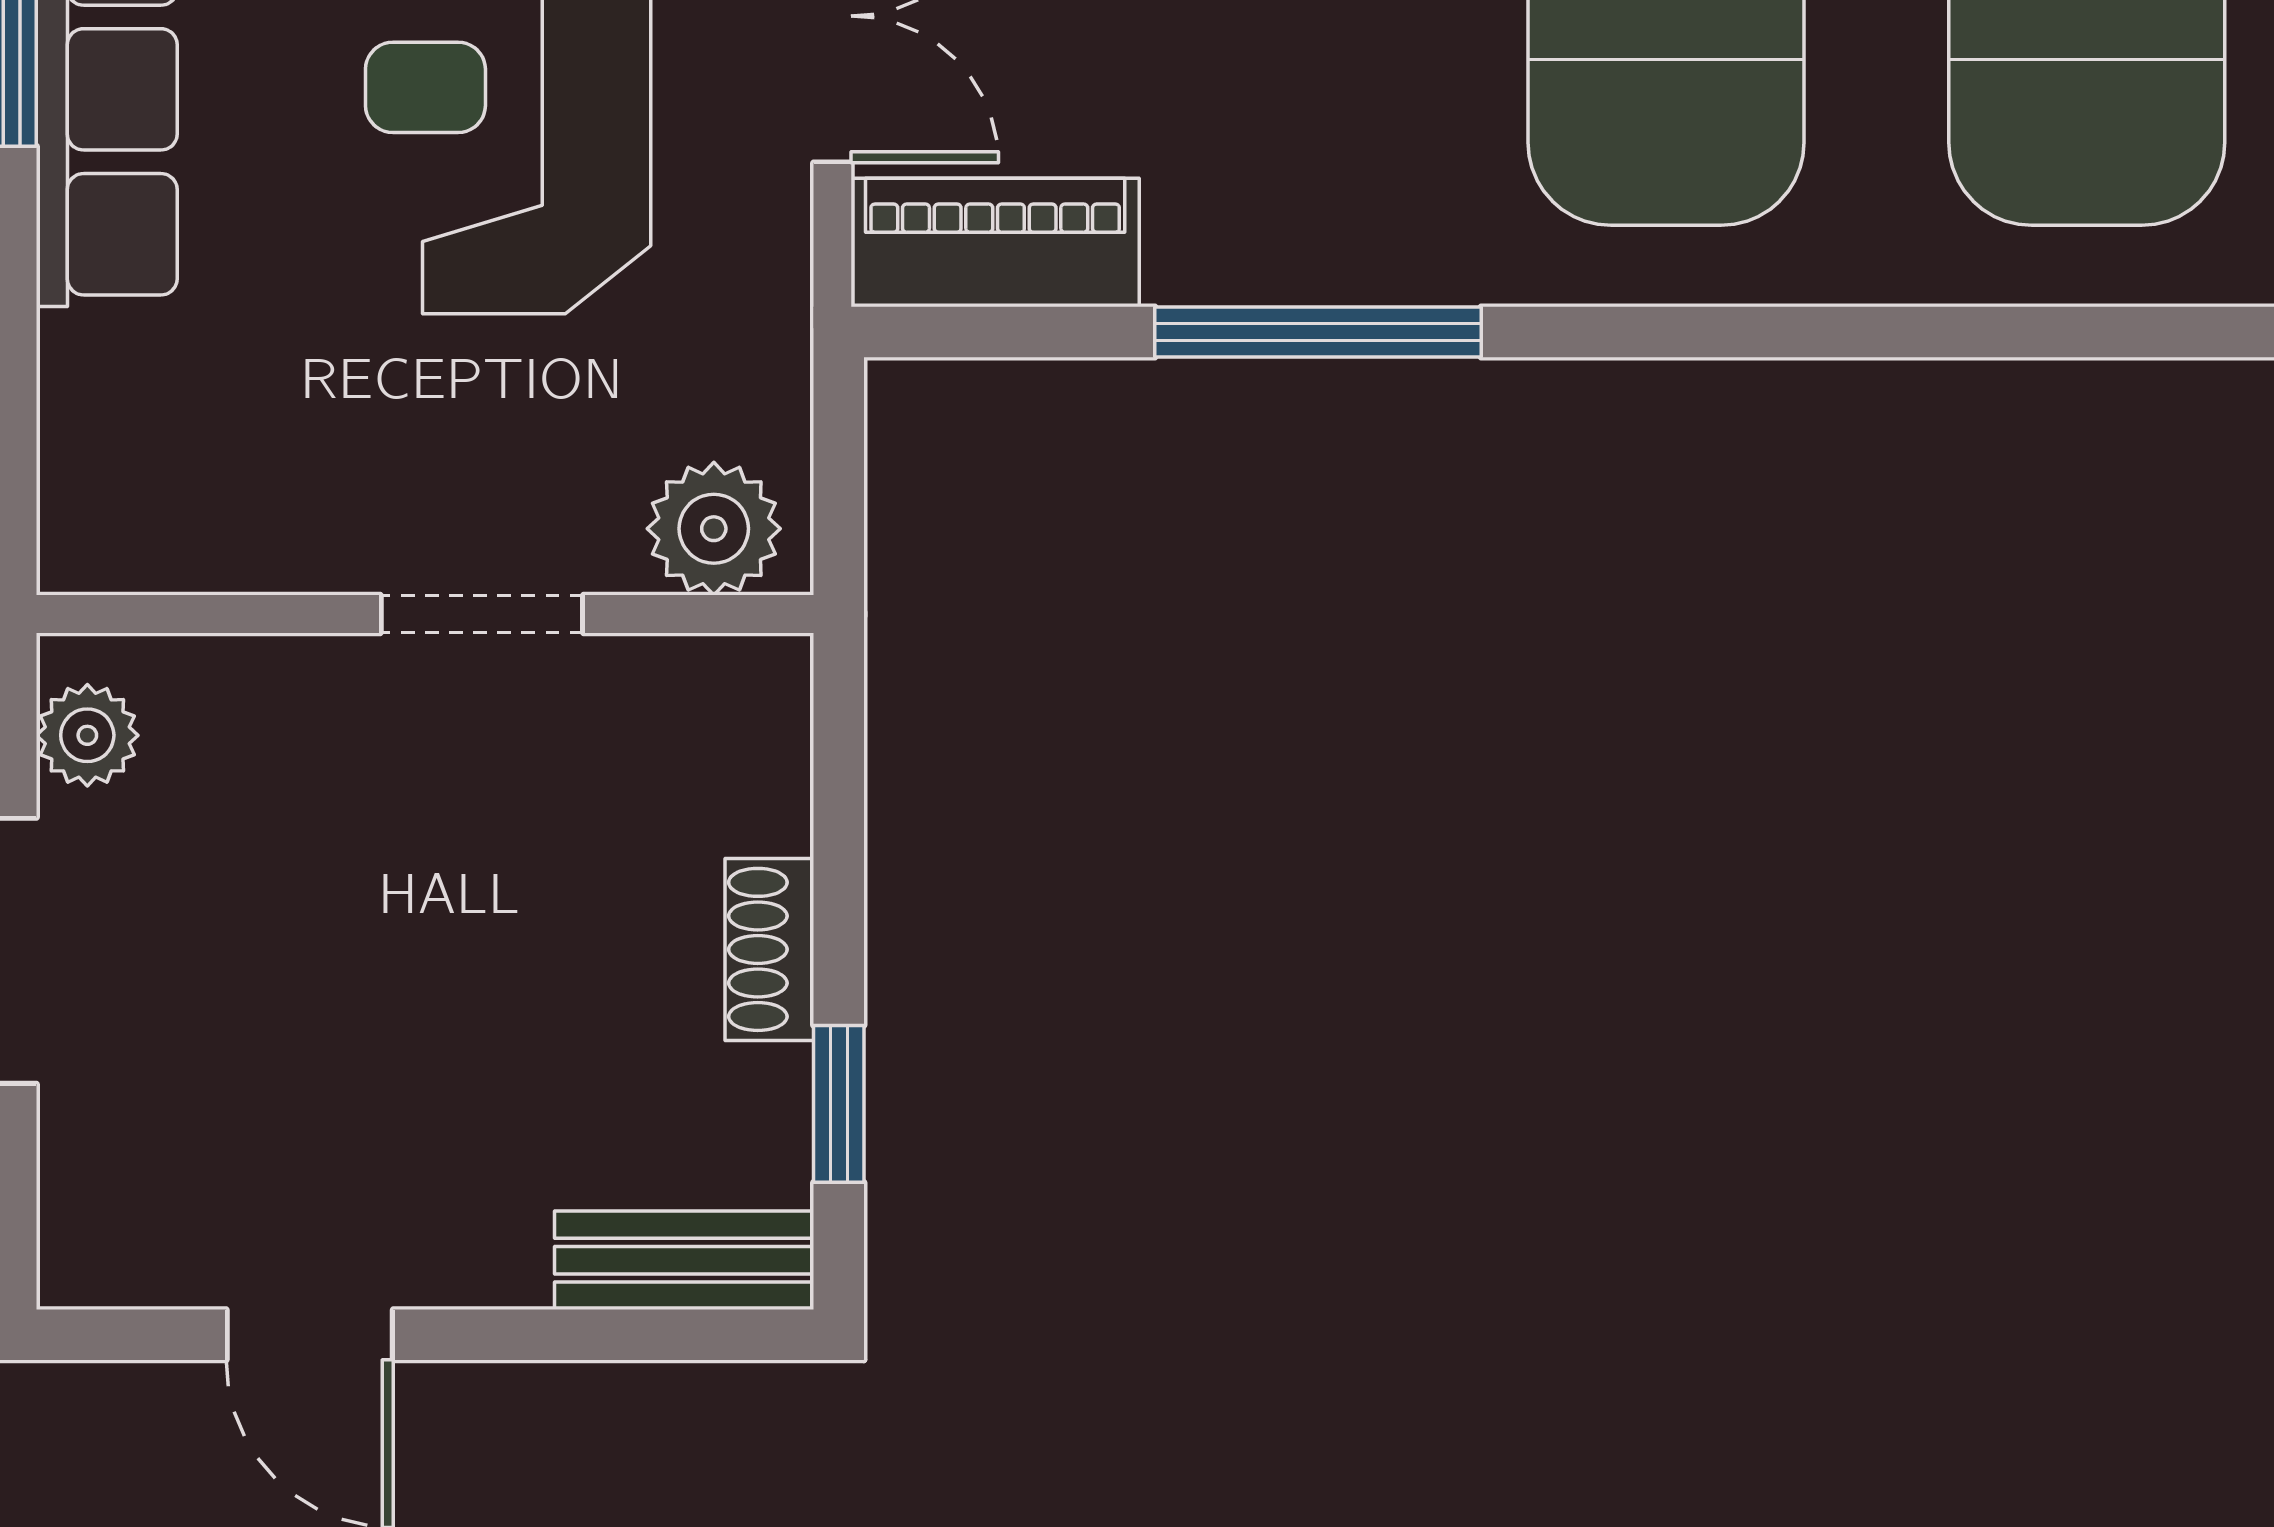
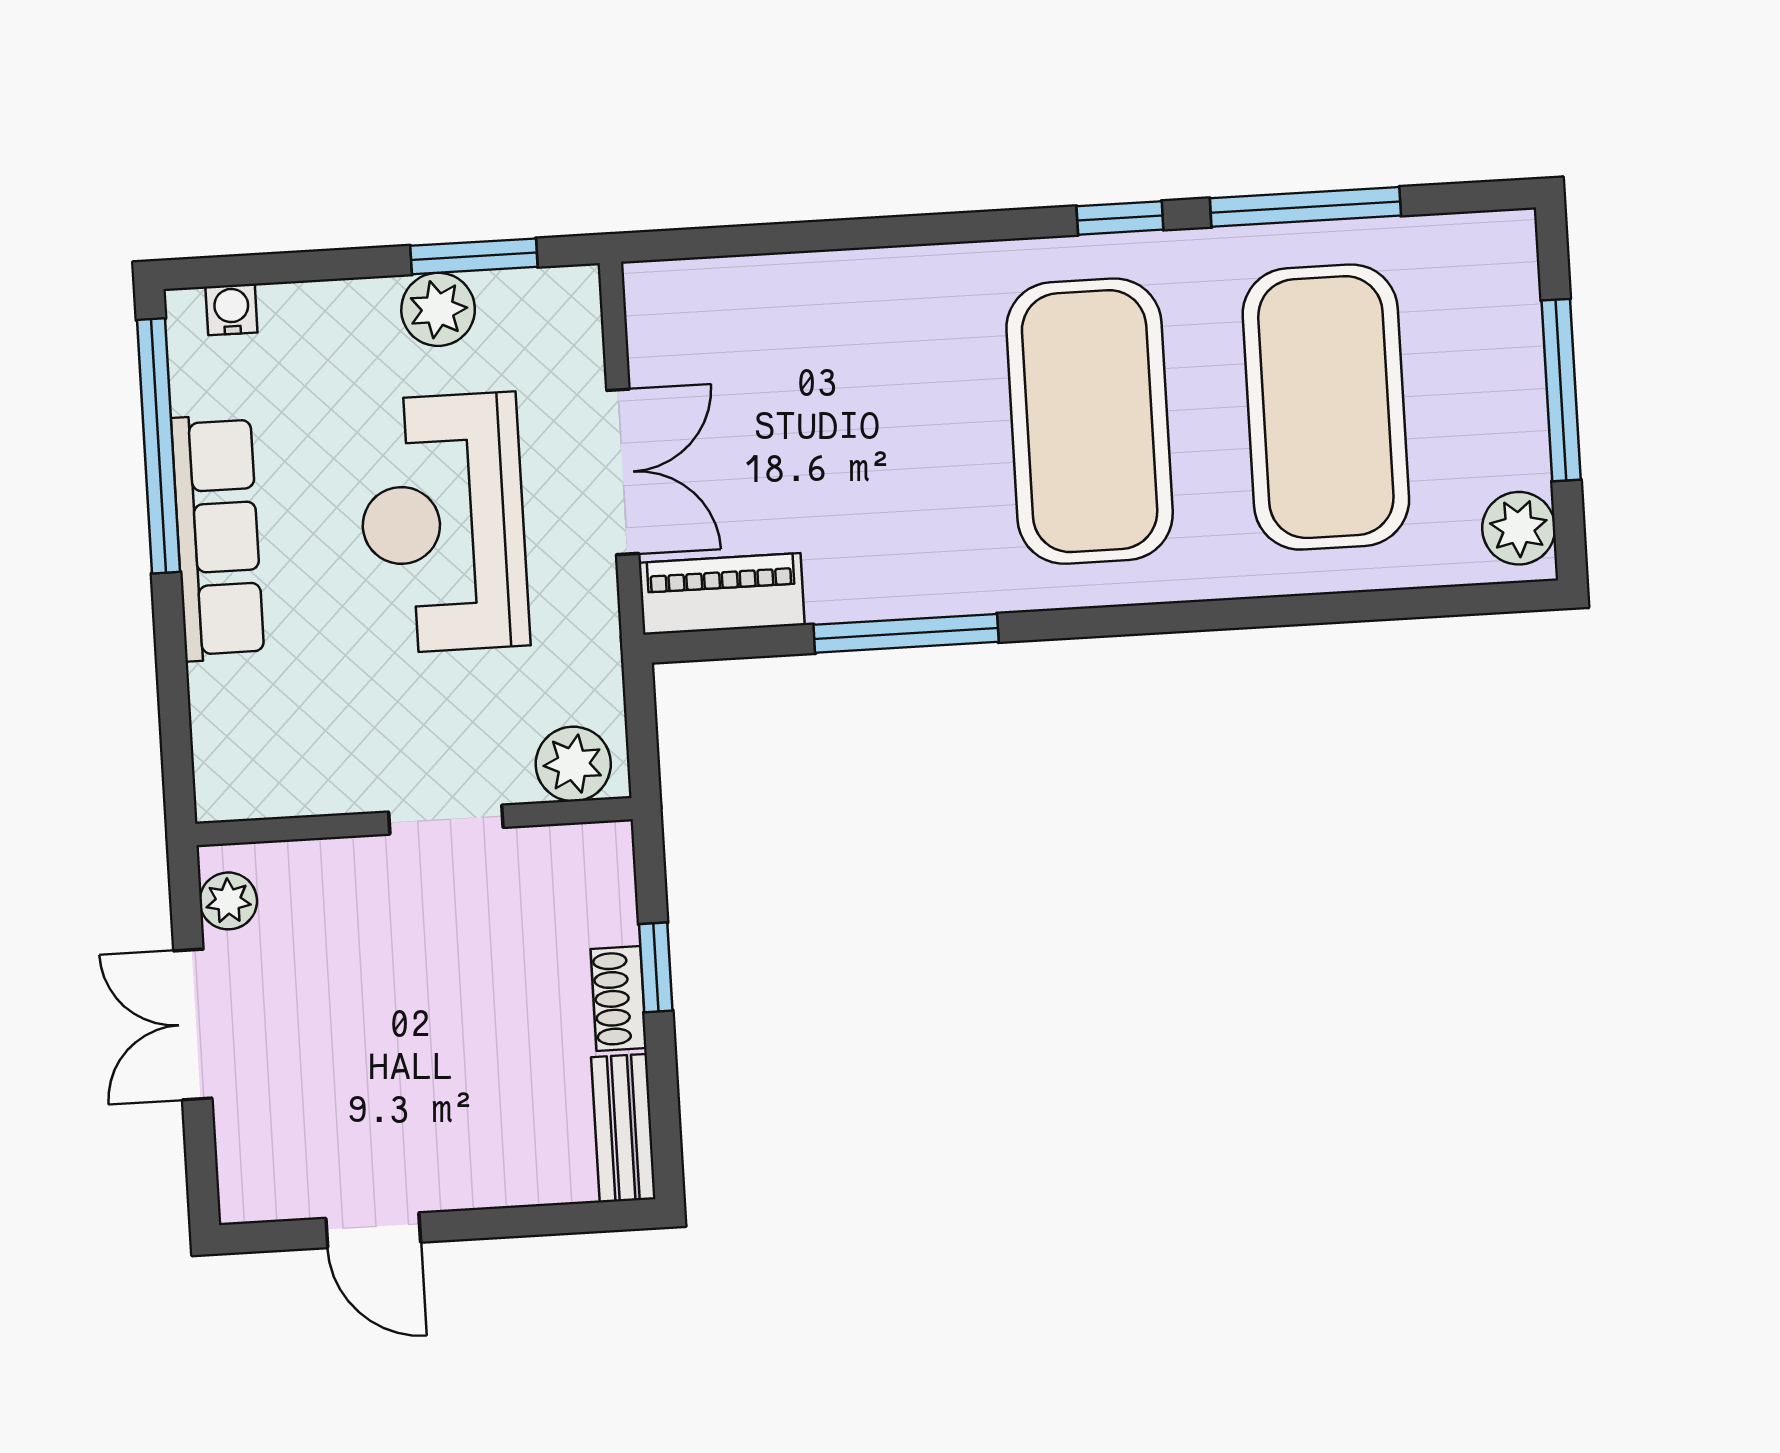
window: (839, 1104) -> (656, 967), moved
bench: (684, 1260) -> (623, 1128), moved, turned 90

